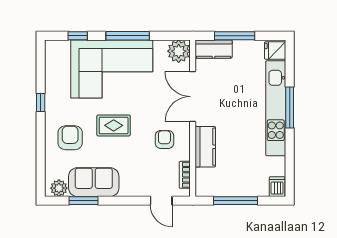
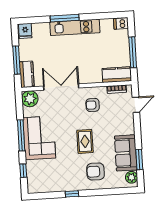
corner sofa: (112, 69) -> (39, 138), width x0.73, depth x0.74
double door: (193, 97) -> (61, 87), swing flipped
kitchen unit: (276, 108) -> (75, 27), width x0.73
kitchen counter: (205, 147) -> (117, 75), moved

